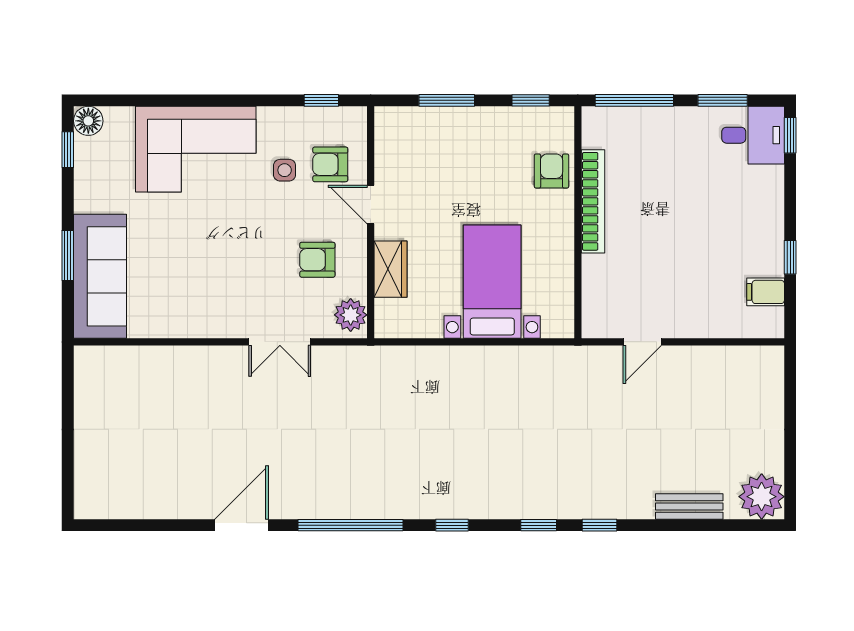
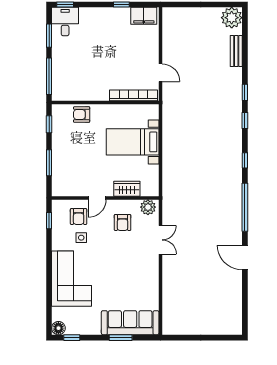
bookcase: (593, 201) -> (134, 95), moved
filing cabinet: (766, 292) -> (144, 16), width x2.00

